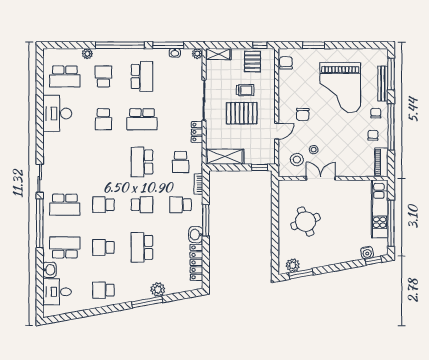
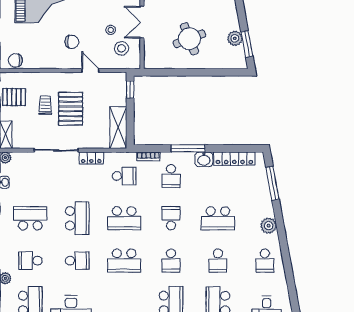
school desk: (103, 162) -> (124, 261), added
plant: (293, 265) -> (235, 38), moved
plant: (158, 290) -> (269, 226), moved
window: (147, 302) -> (272, 183), moved

